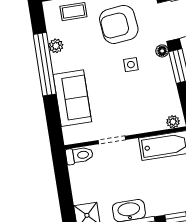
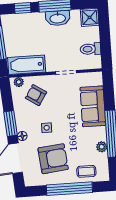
armchair: (149, 106) -> (36, 95), added
toilet: (79, 155) -> (90, 49), moved

